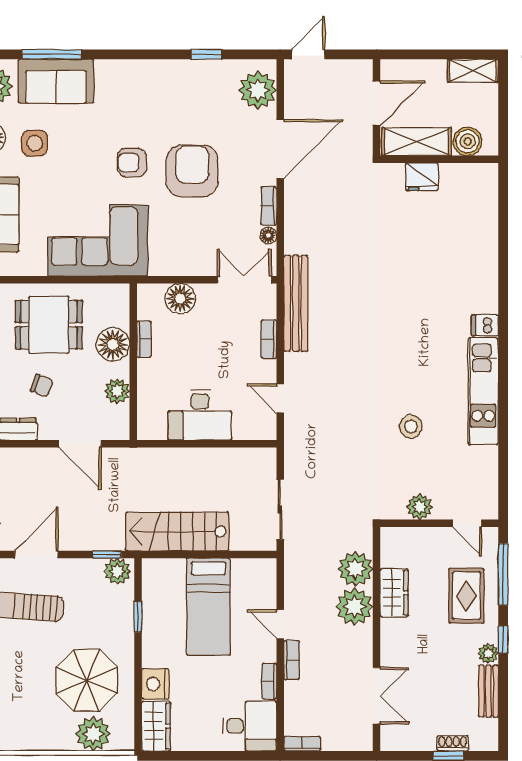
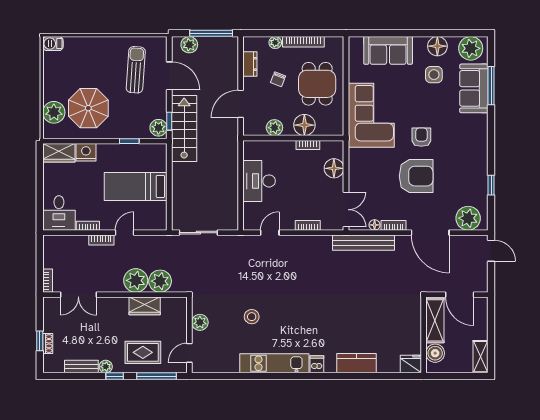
fridge: (422, 177) -> (411, 364), moved, turned 90
kitchen counter: (483, 264) -> (356, 363), added
bench: (296, 303) -> (364, 243), moved
stairs: (177, 531) -> (184, 129), moved
bookcase: (302, 744) -> (48, 281), moved

